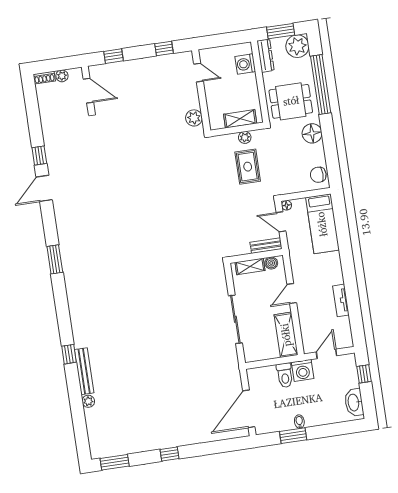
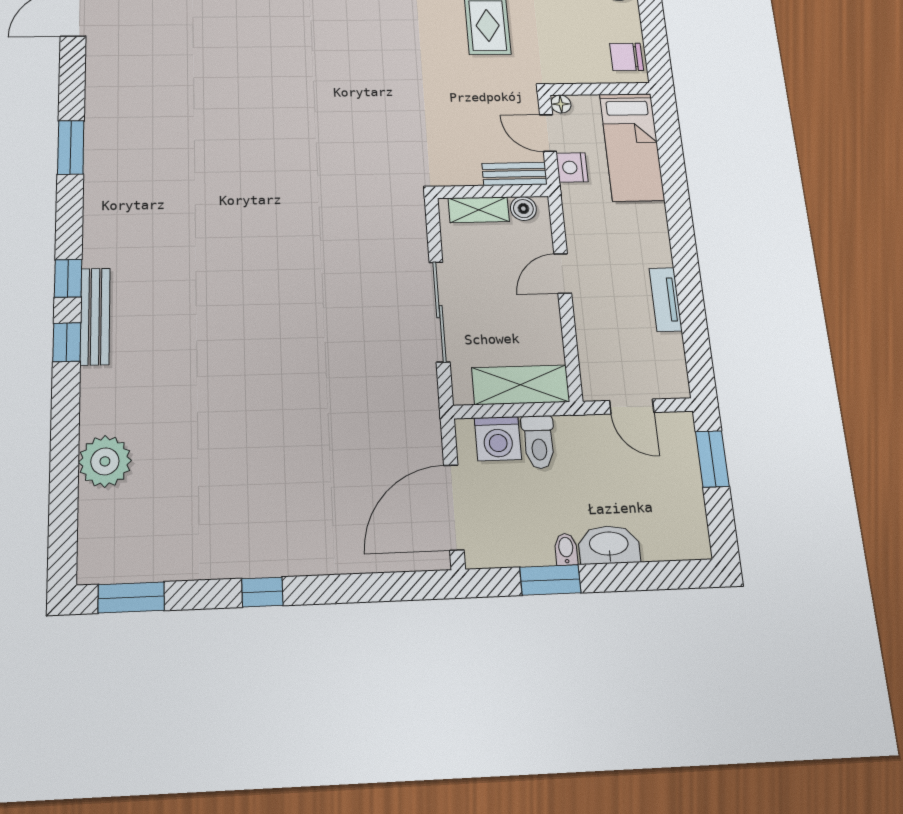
nightstand: (294, 239) -> (572, 167), added
window: (65, 324) -> (68, 278), added
shelving: (286, 335) -> (521, 385), moved, turned 90
door: (326, 354) -> (632, 406), swing flipped
washing machine: (303, 370) -> (498, 439), moved
bench: (84, 371) -> (95, 316), moved
window: (364, 374) -> (712, 459), width x1.50
plant: (88, 401) -> (105, 461), width x1.87, depth x1.87
washbasin: (354, 402) -> (609, 545), moved, turned 90

